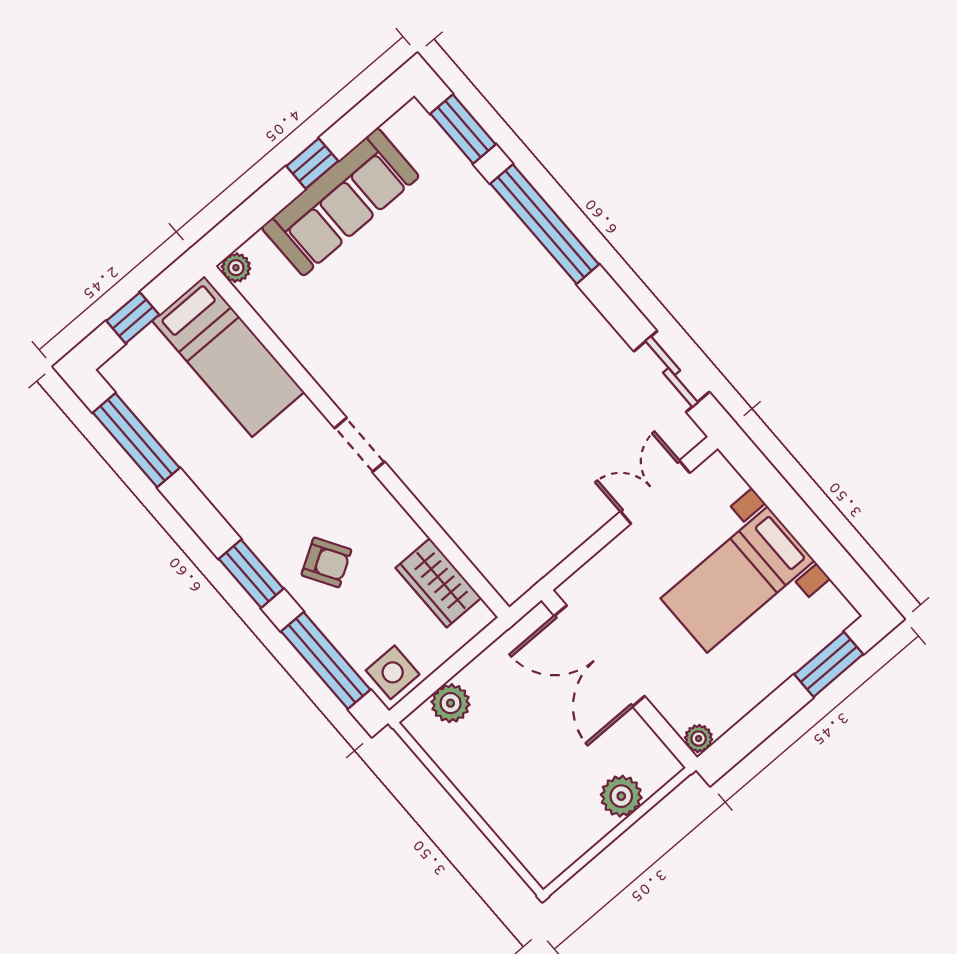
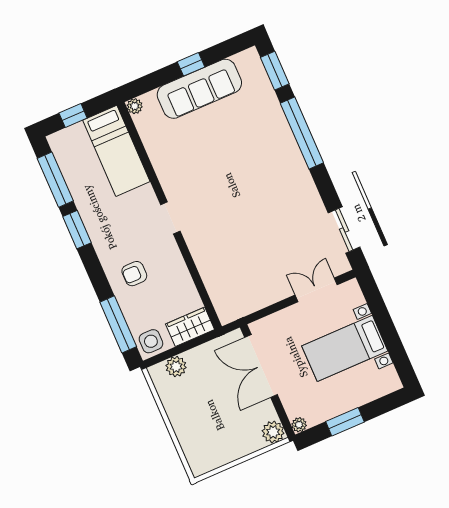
armchair: (326, 562) -> (134, 274), turned 121
window: (251, 574) -> (77, 230), moved
wardrobe: (438, 583) -> (190, 327), moved, turned 90
window: (829, 664) -> (345, 422), moved
plant: (621, 796) -> (273, 432), moved

